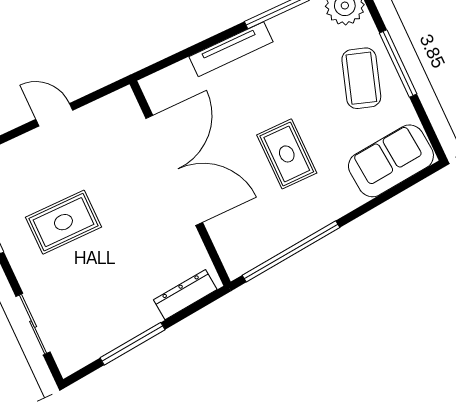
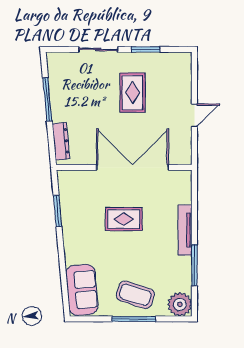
rug: (287, 154) -> (124, 219), moved
double door: (174, 170) -> (133, 167), swing flipped
window: (291, 251) -> (58, 211), width x0.47
sliding door: (33, 324) -> (98, 49), moved

